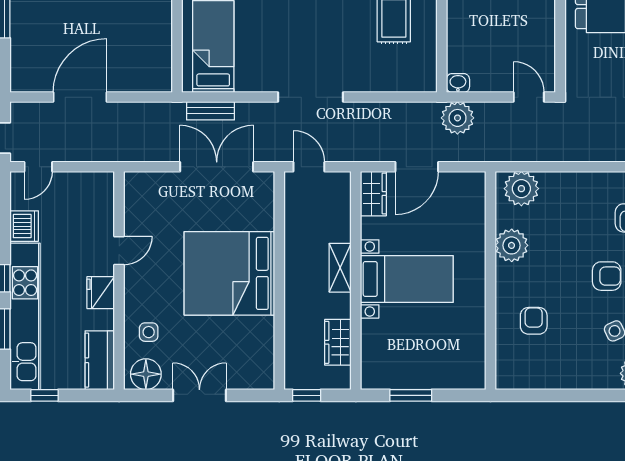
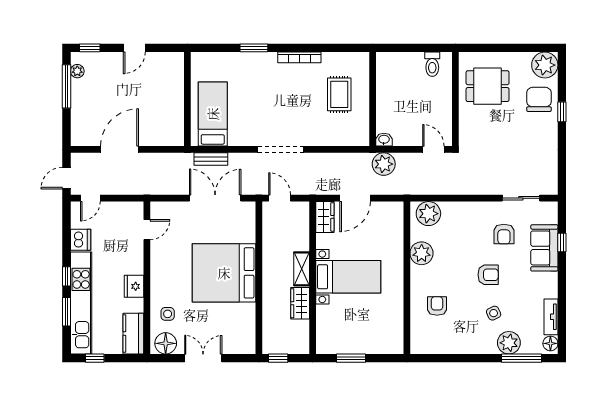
door: (119, 251) -> (147, 230), moved
wardrobe: (338, 342) -> (300, 303), moved

